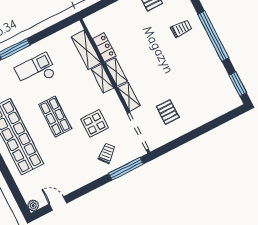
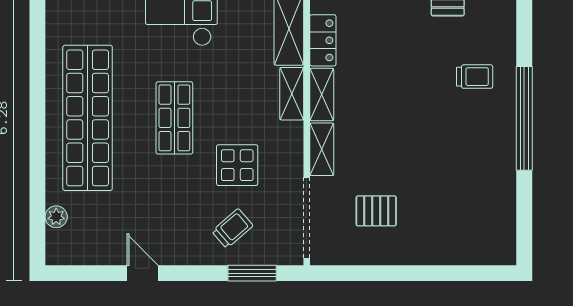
window: (238, 84) -> (524, 225), removed
pallet: (168, 112) -> (376, 211), turned 90
window: (126, 169) -> (252, 273), width x0.69
door: (58, 204) -> (143, 273), moved
plant: (33, 206) -> (56, 217), moved

